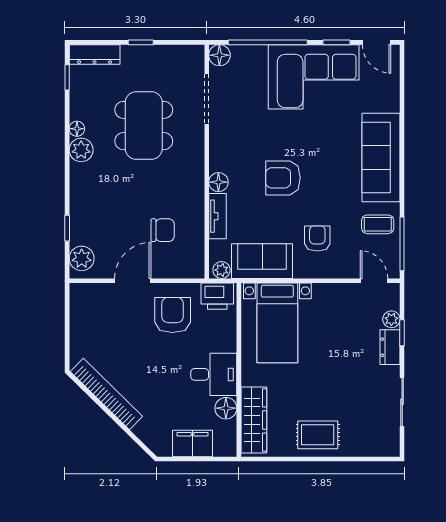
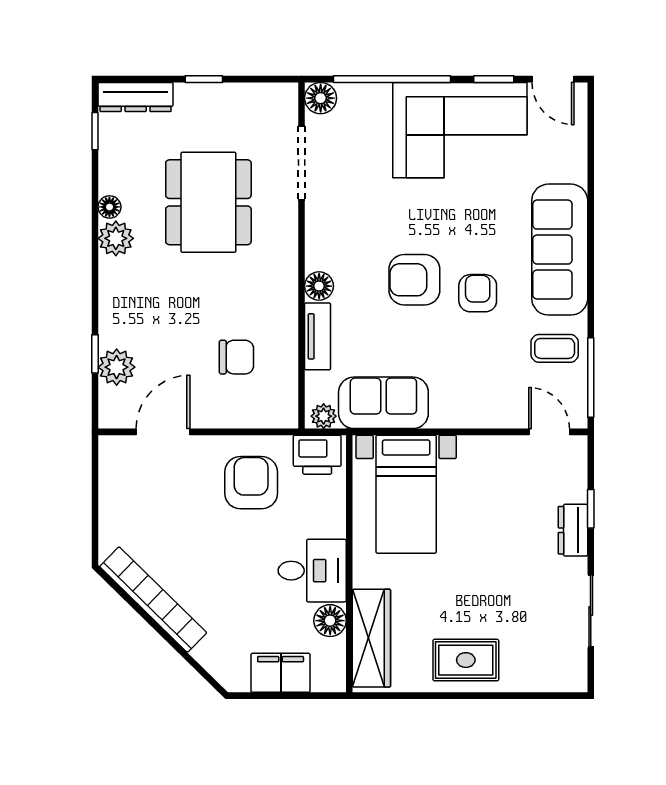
armchair: (317, 238) -> (478, 293), moved
plant: (82, 258) -> (117, 367), moved
door: (133, 281) -> (163, 432), moved
plant: (391, 319) -> (575, 489), removed

